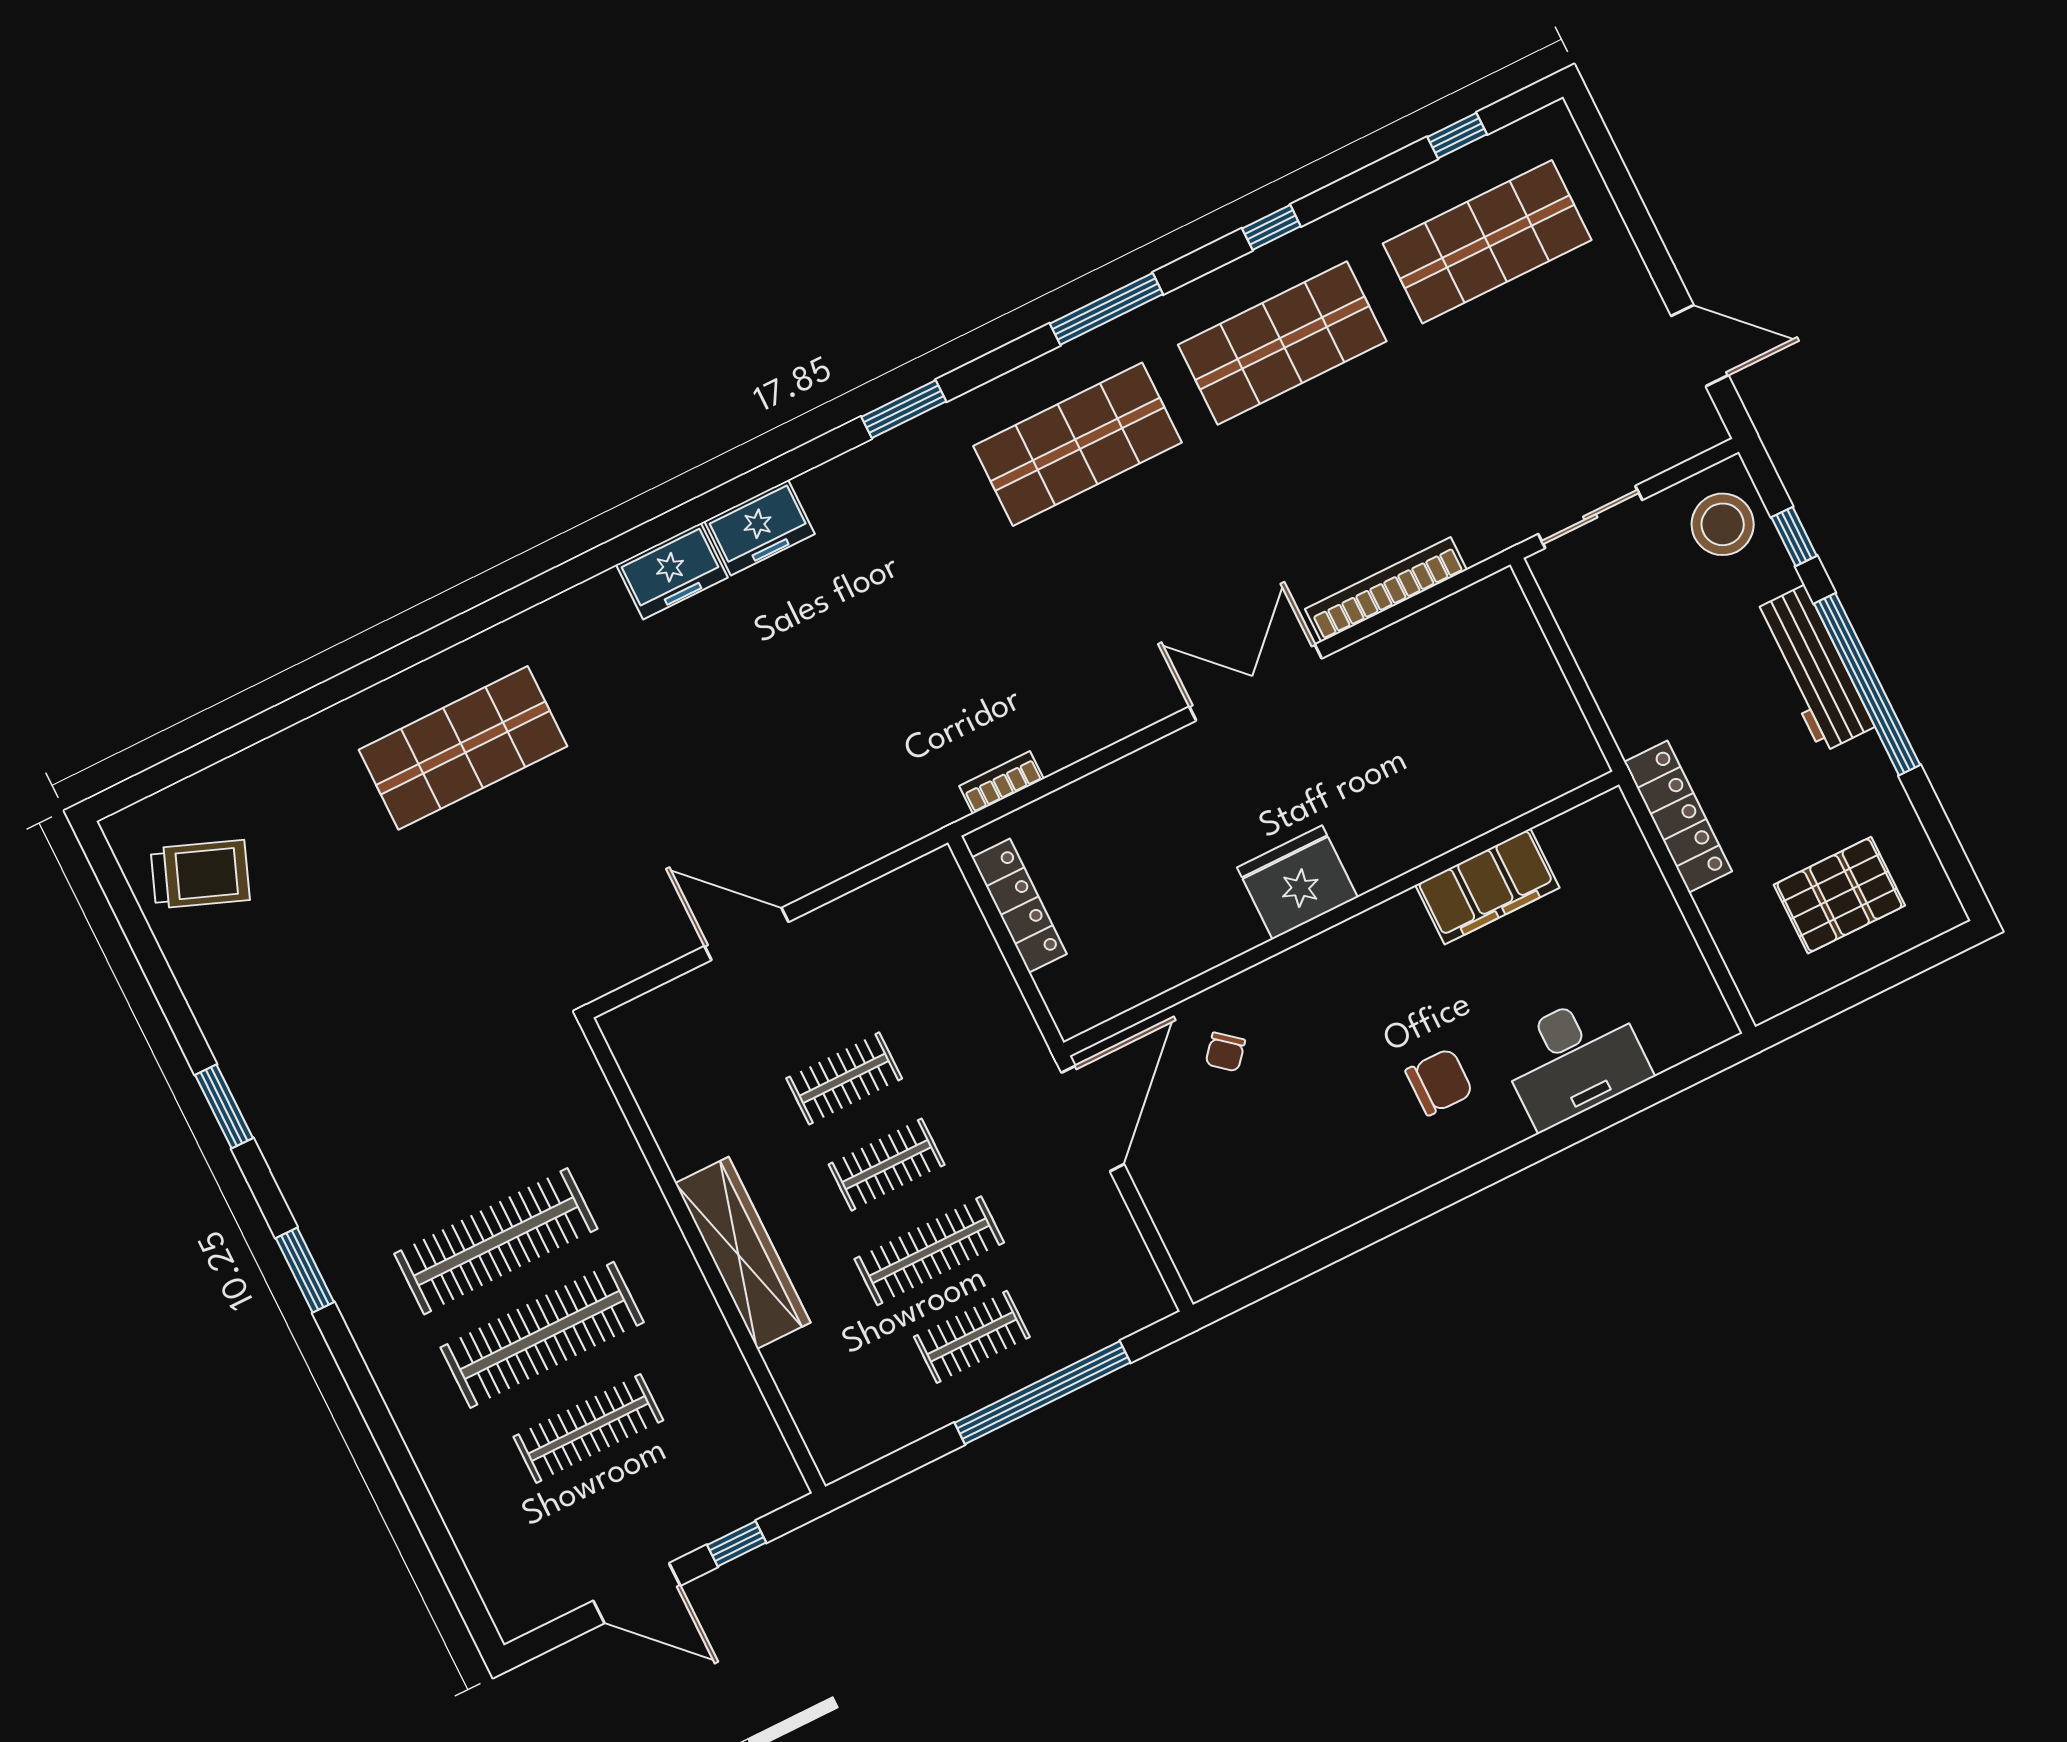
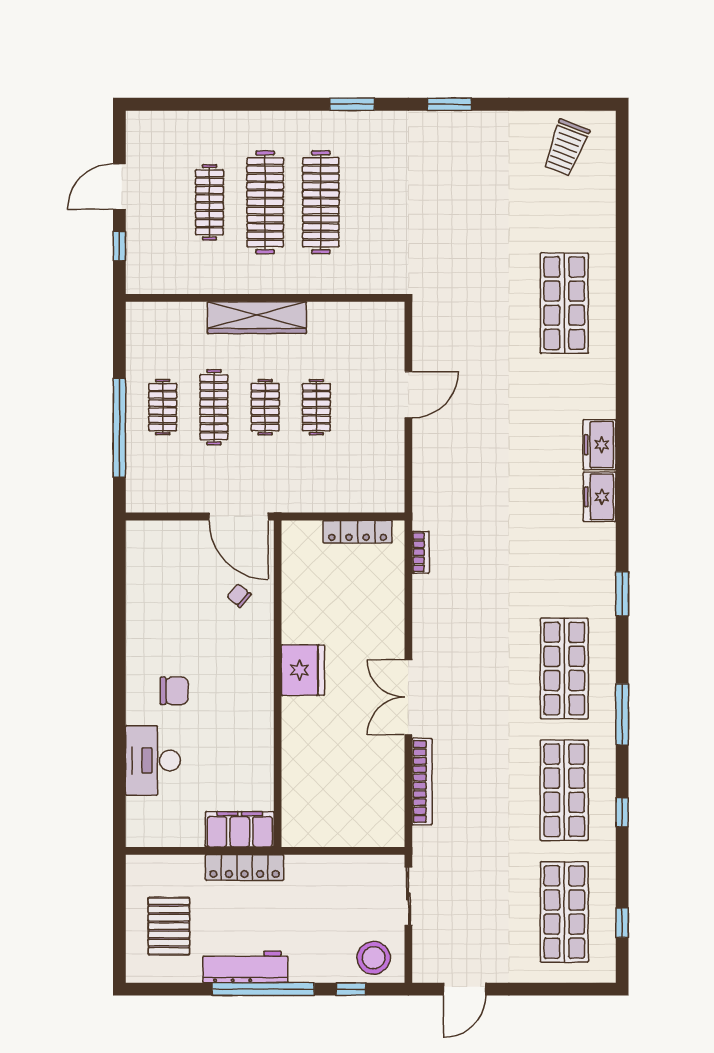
workbench: (1813, 669) -> (245, 967), moved
double door: (1255, 682) -> (408, 697), swing flipped
filing cabinet: (1487, 886) -> (240, 829), moved, turned 90
chair: (1439, 1082) -> (174, 691), turned -90

